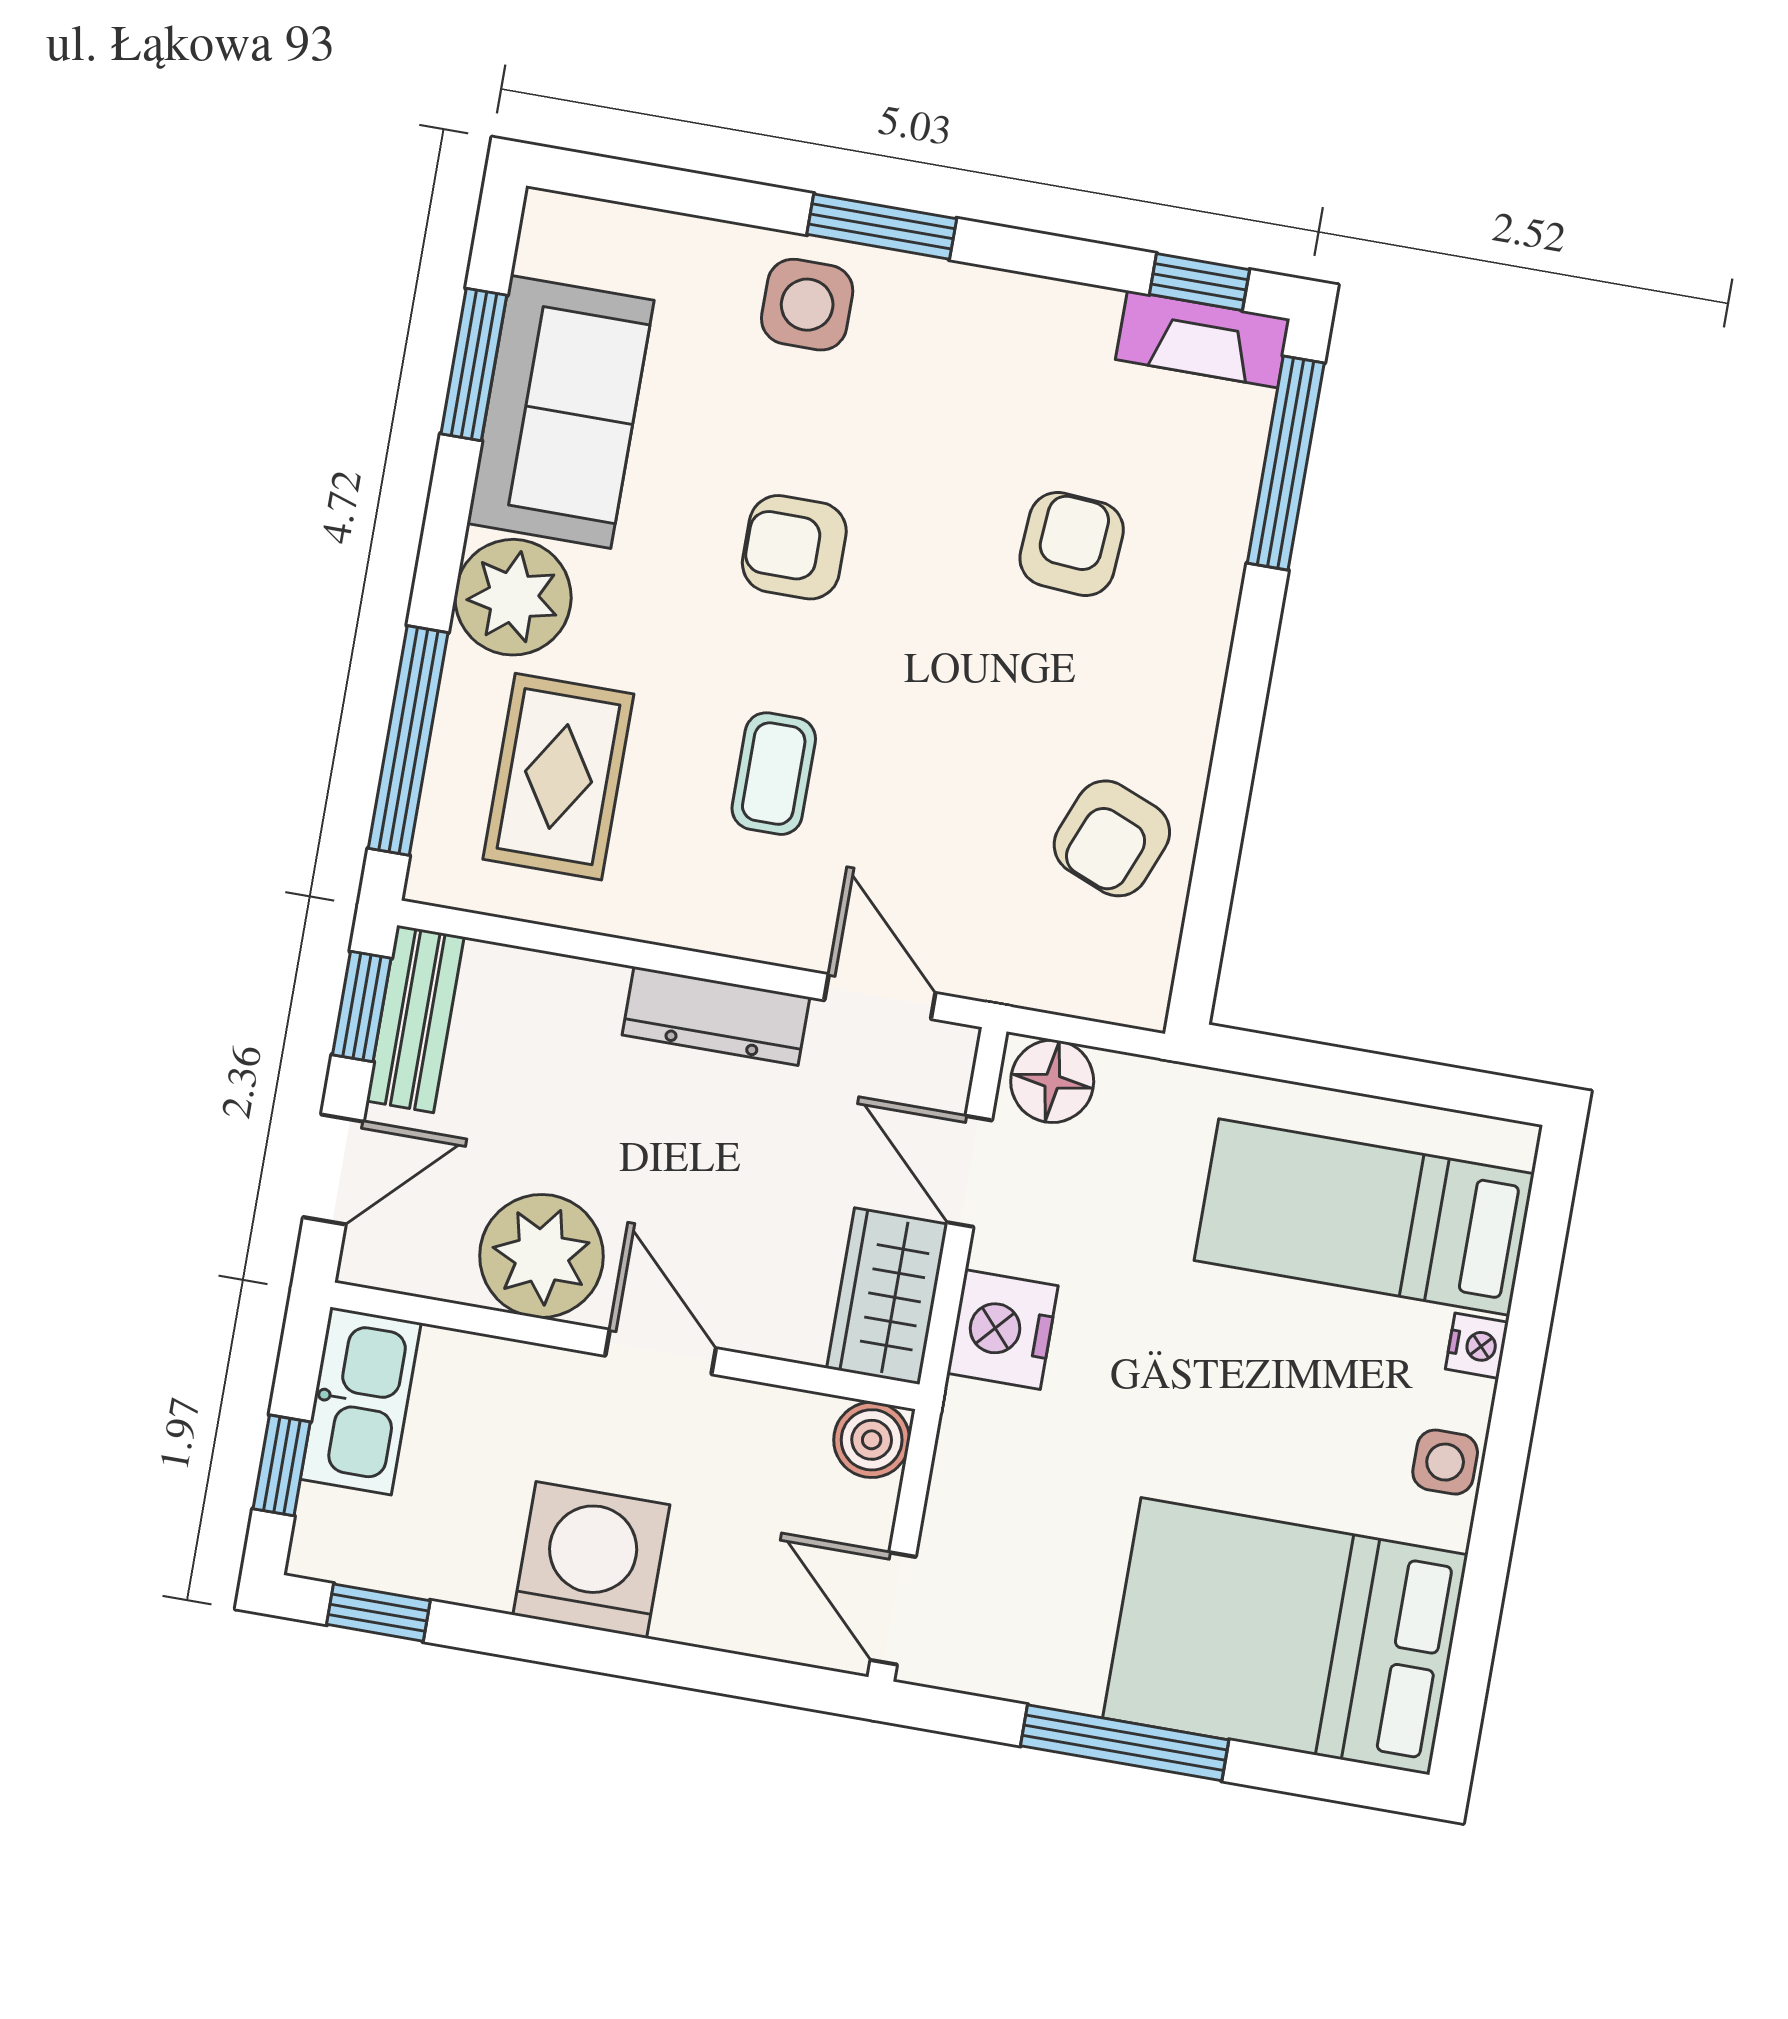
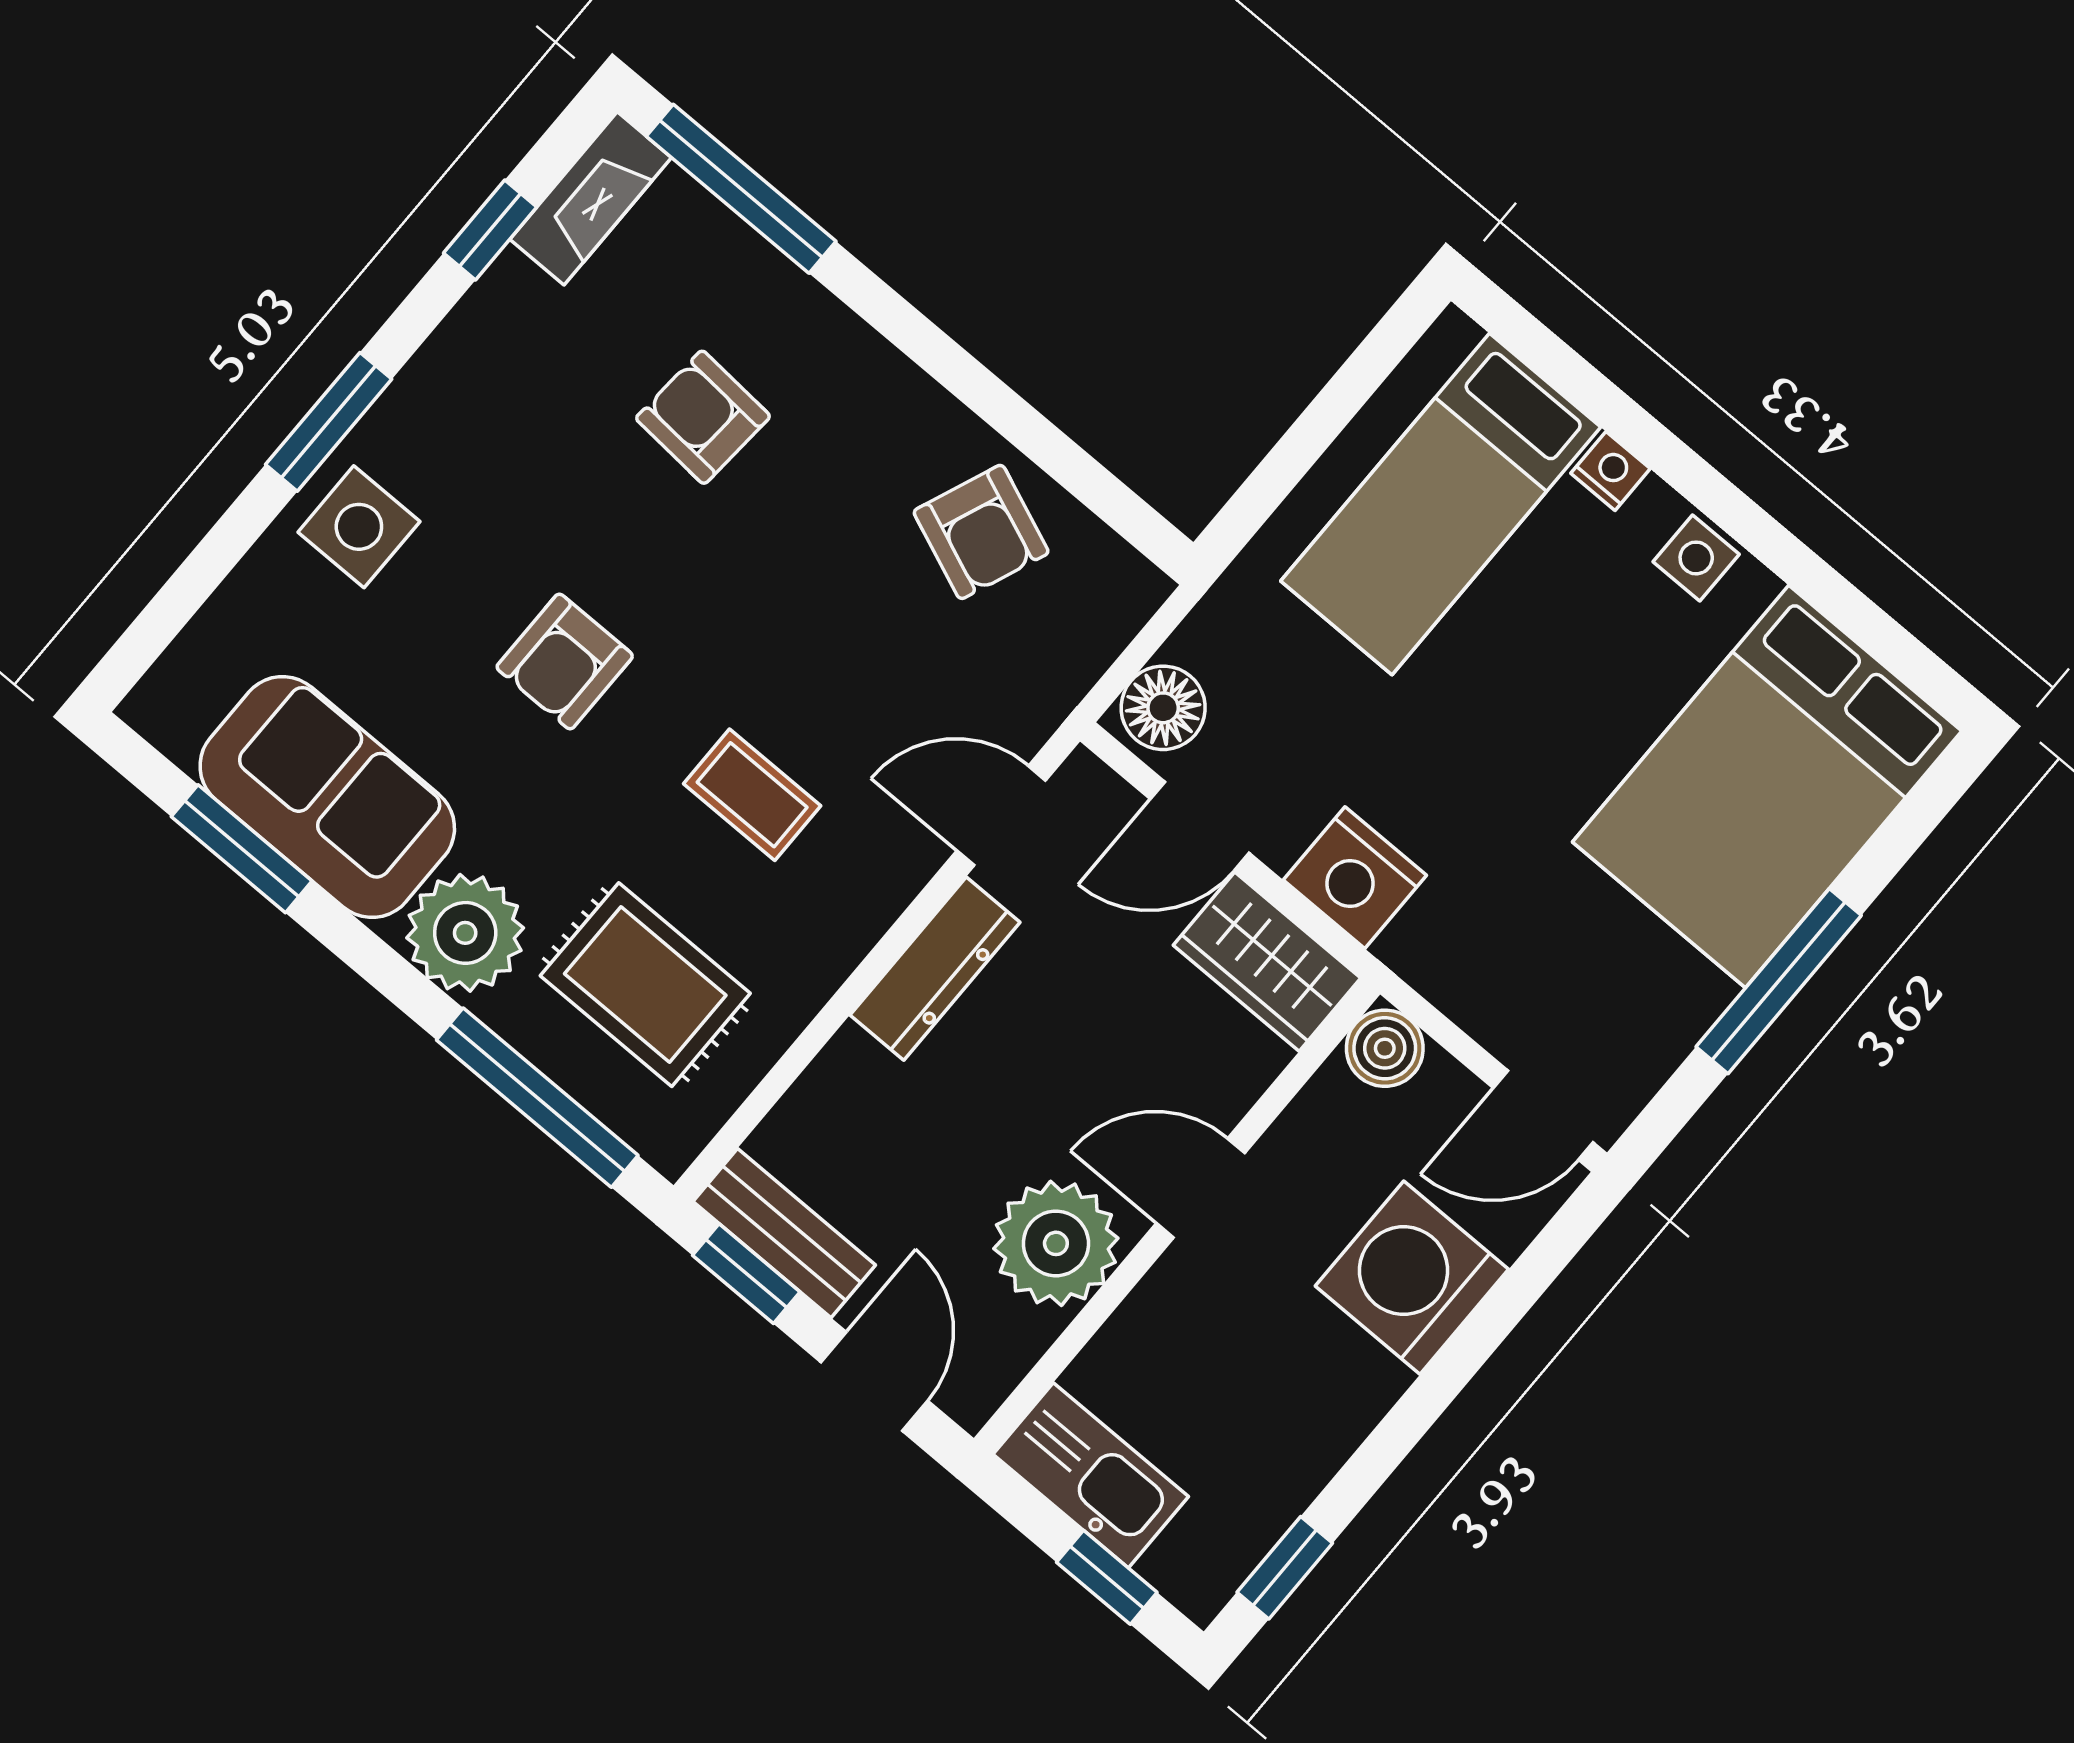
window: (1199, 282) -> (490, 230), moved
washing machine: (591, 1560) -> (1412, 1278), moved

